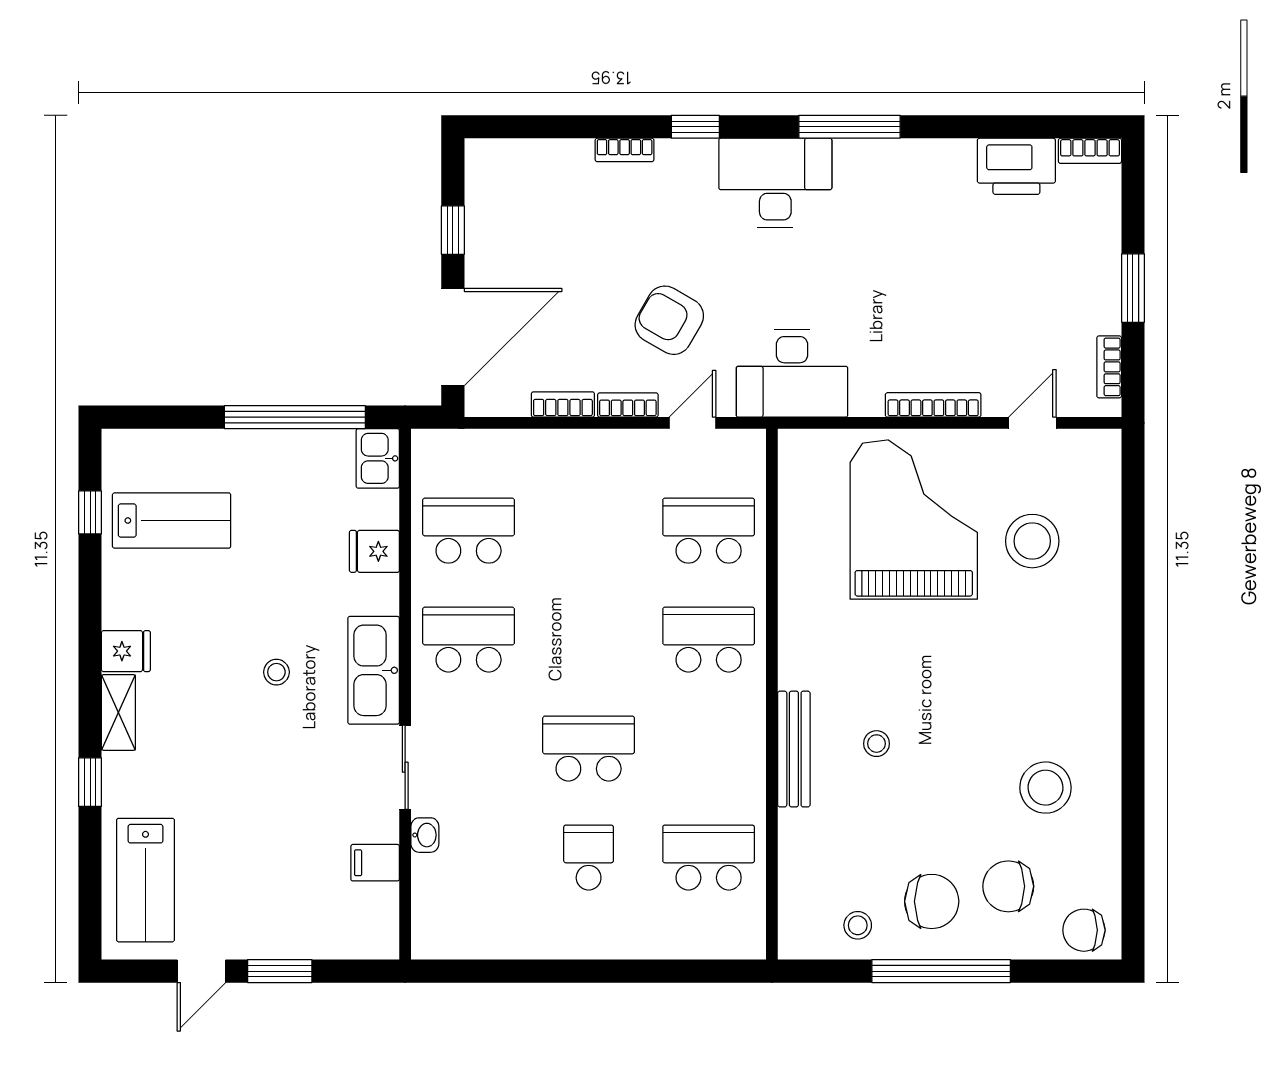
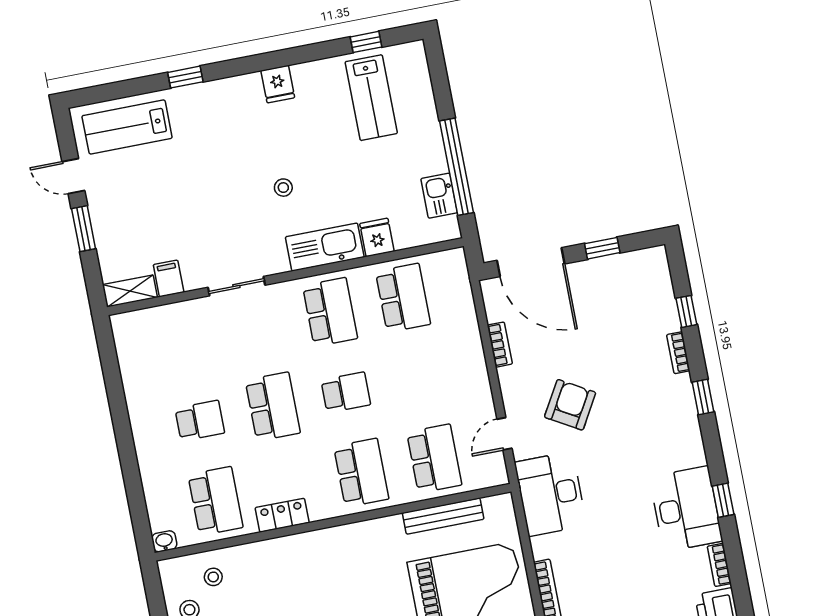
window: (567, 127) -> (686, 311), added
window: (849, 127) -> (723, 500), width x0.46
desk: (775, 183) -> (686, 509), moved
bookcase: (628, 405) -> (719, 565), moved, turned 180
door: (692, 423) -> (504, 434), swing flipped
kitchen sink: (378, 458) -> (439, 196), moved, turned -90
school desk: (589, 640) -> (346, 392), added
kitchen sink: (374, 670) -> (325, 247), moved
shelving: (118, 712) -> (130, 291), moved
stool: (876, 744) -> (213, 577), moved
bench: (794, 749) -> (443, 516), moved
locker: (748, 766) -> (282, 515), added
washbasin: (425, 835) -> (164, 541), moved, turned 180

